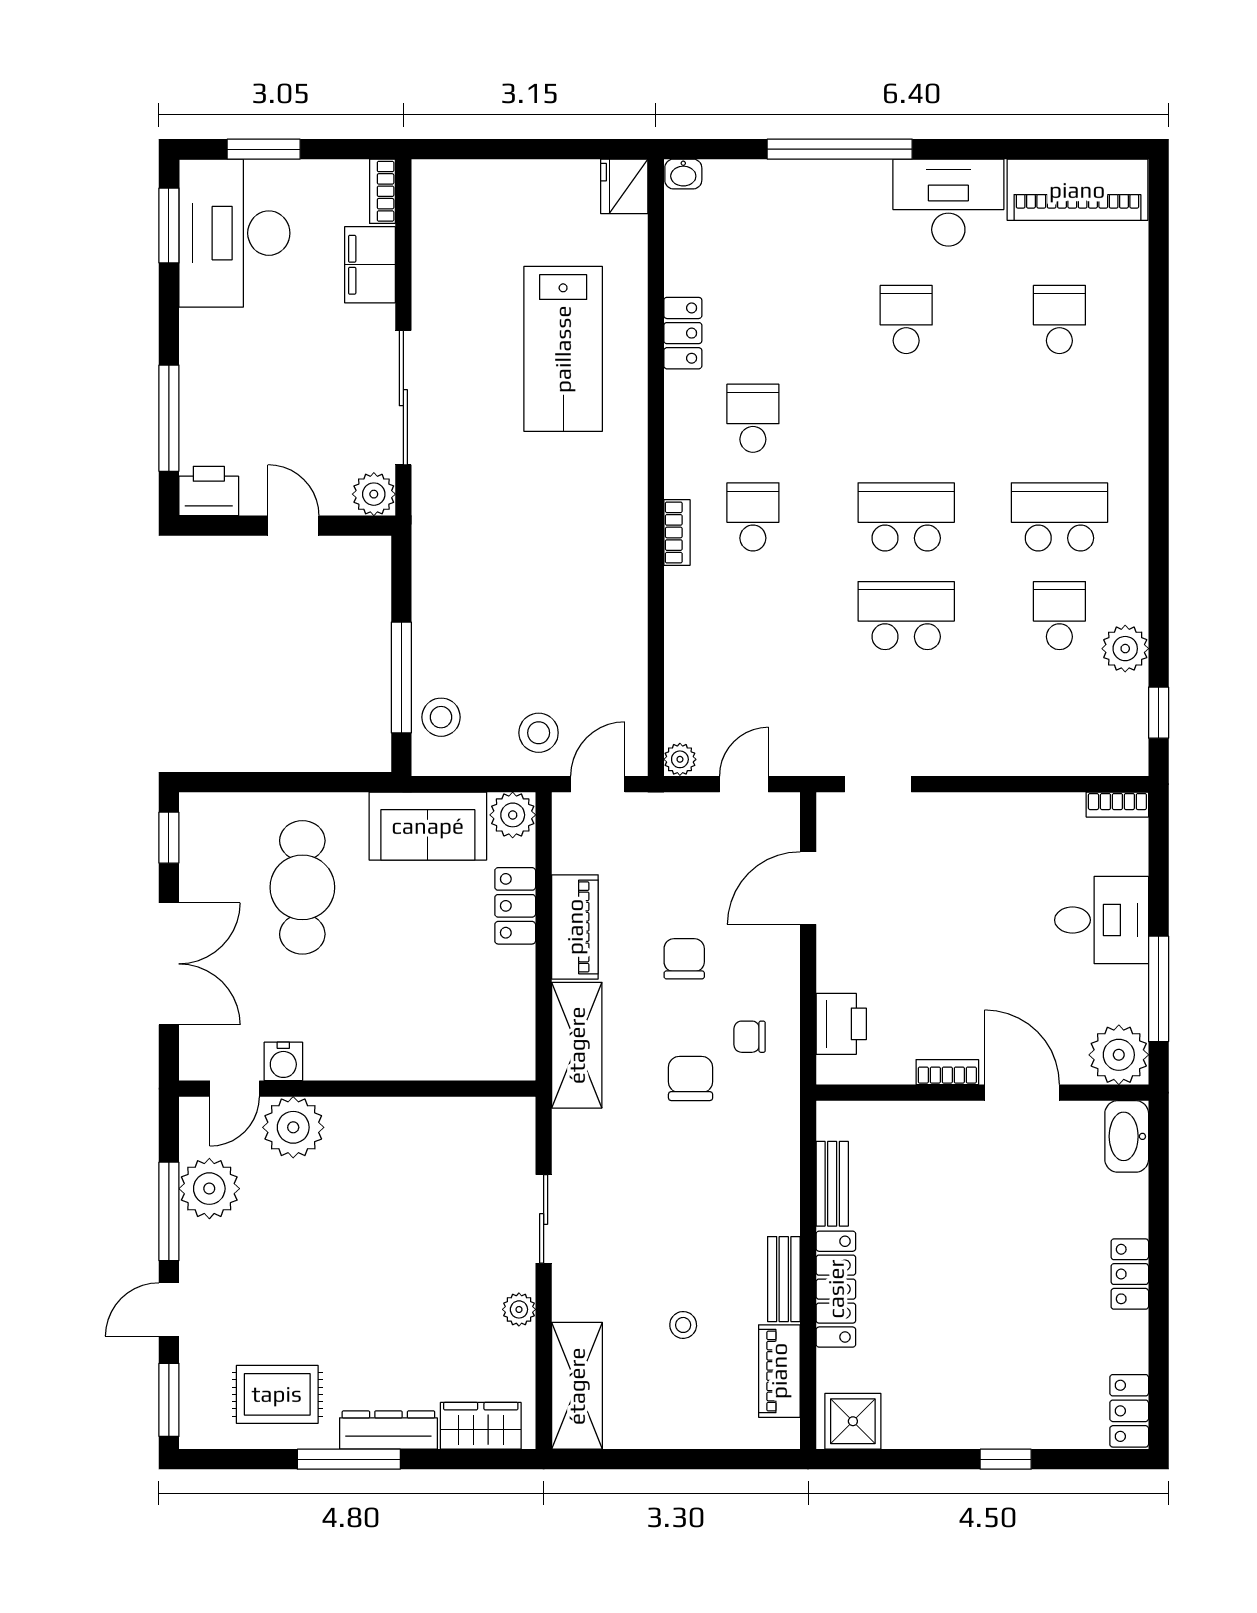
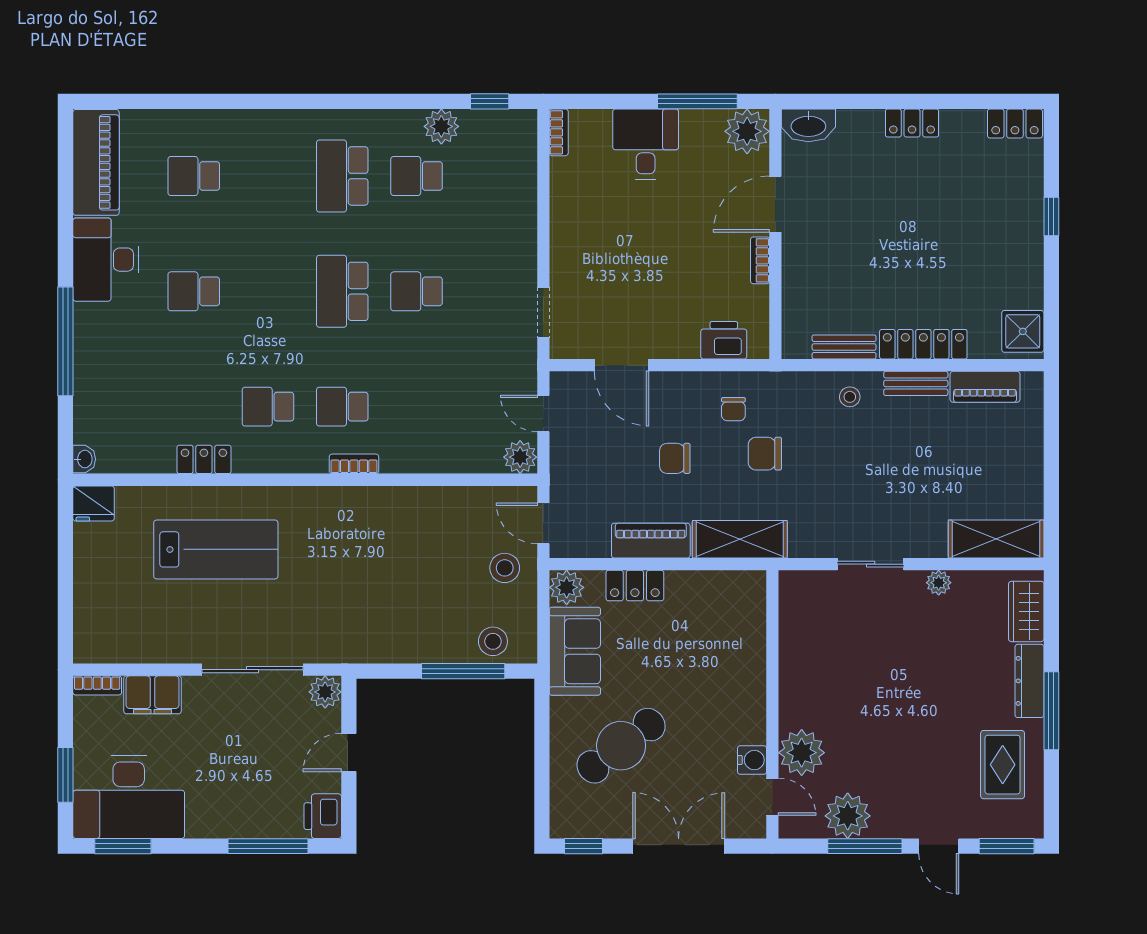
school desk: (906, 616) -> (417, 291), width x0.54
plant: (680, 759) -> (520, 457), width x1.38, depth x1.38
cafe table: (302, 887) -> (621, 746), turned -37
stool: (683, 1325) -> (850, 397), moved

